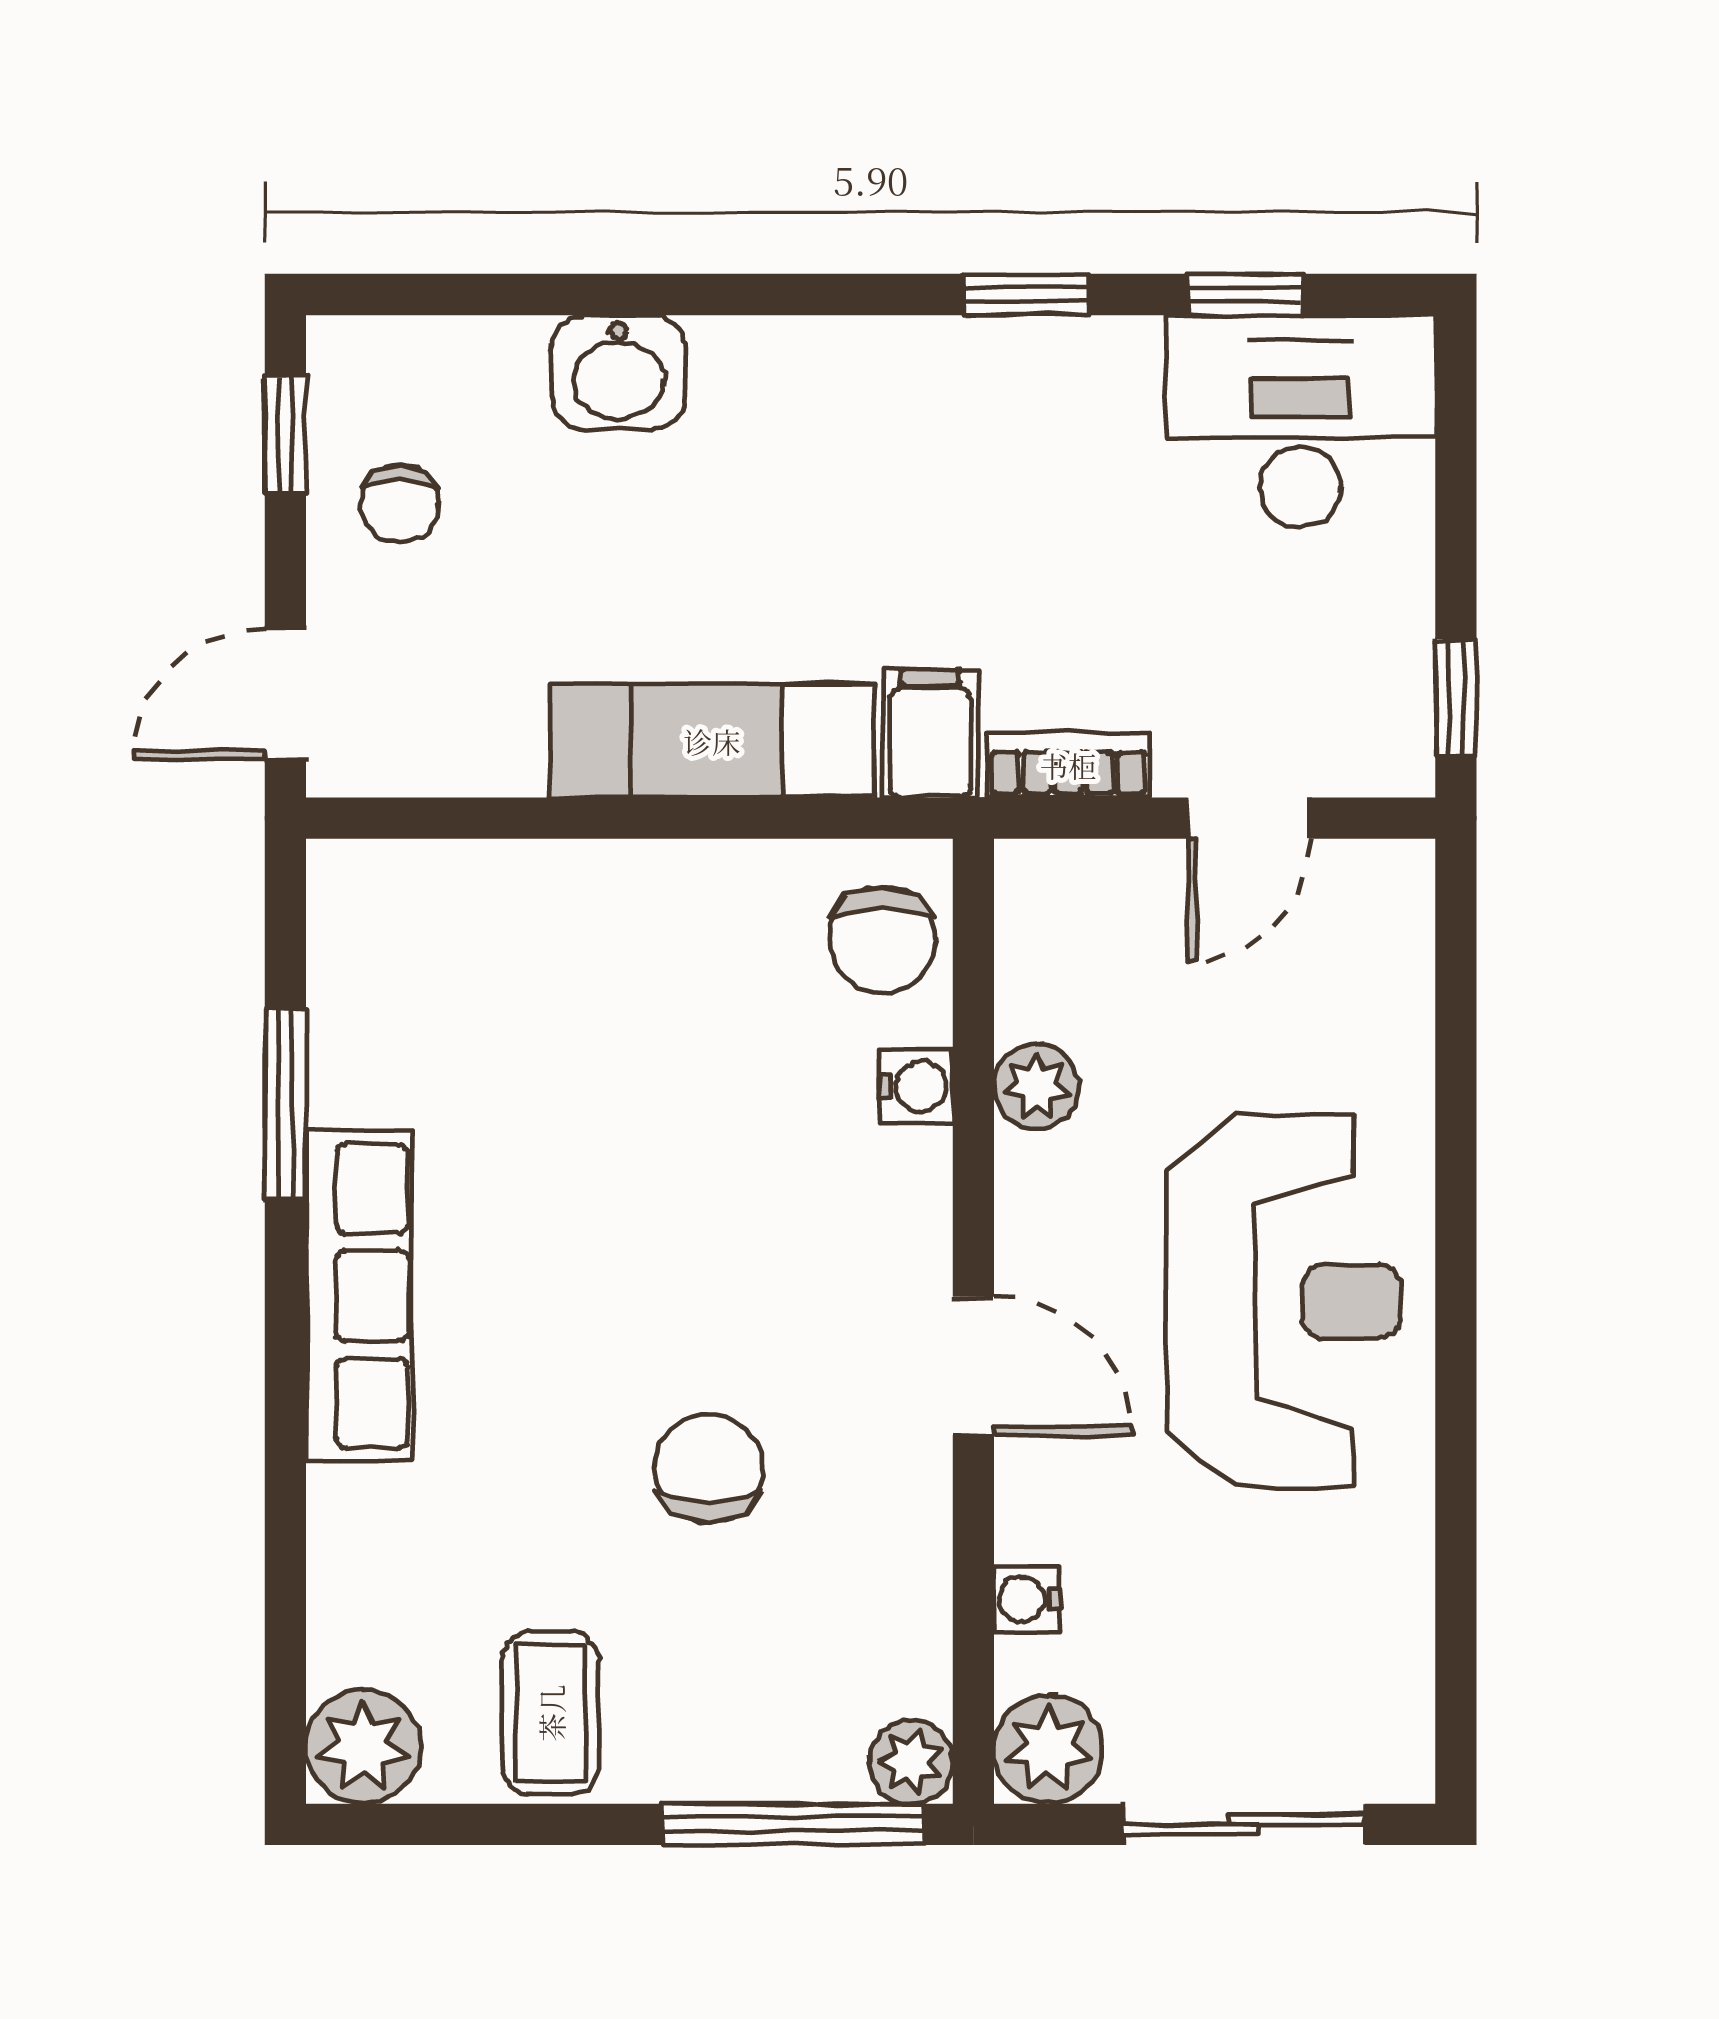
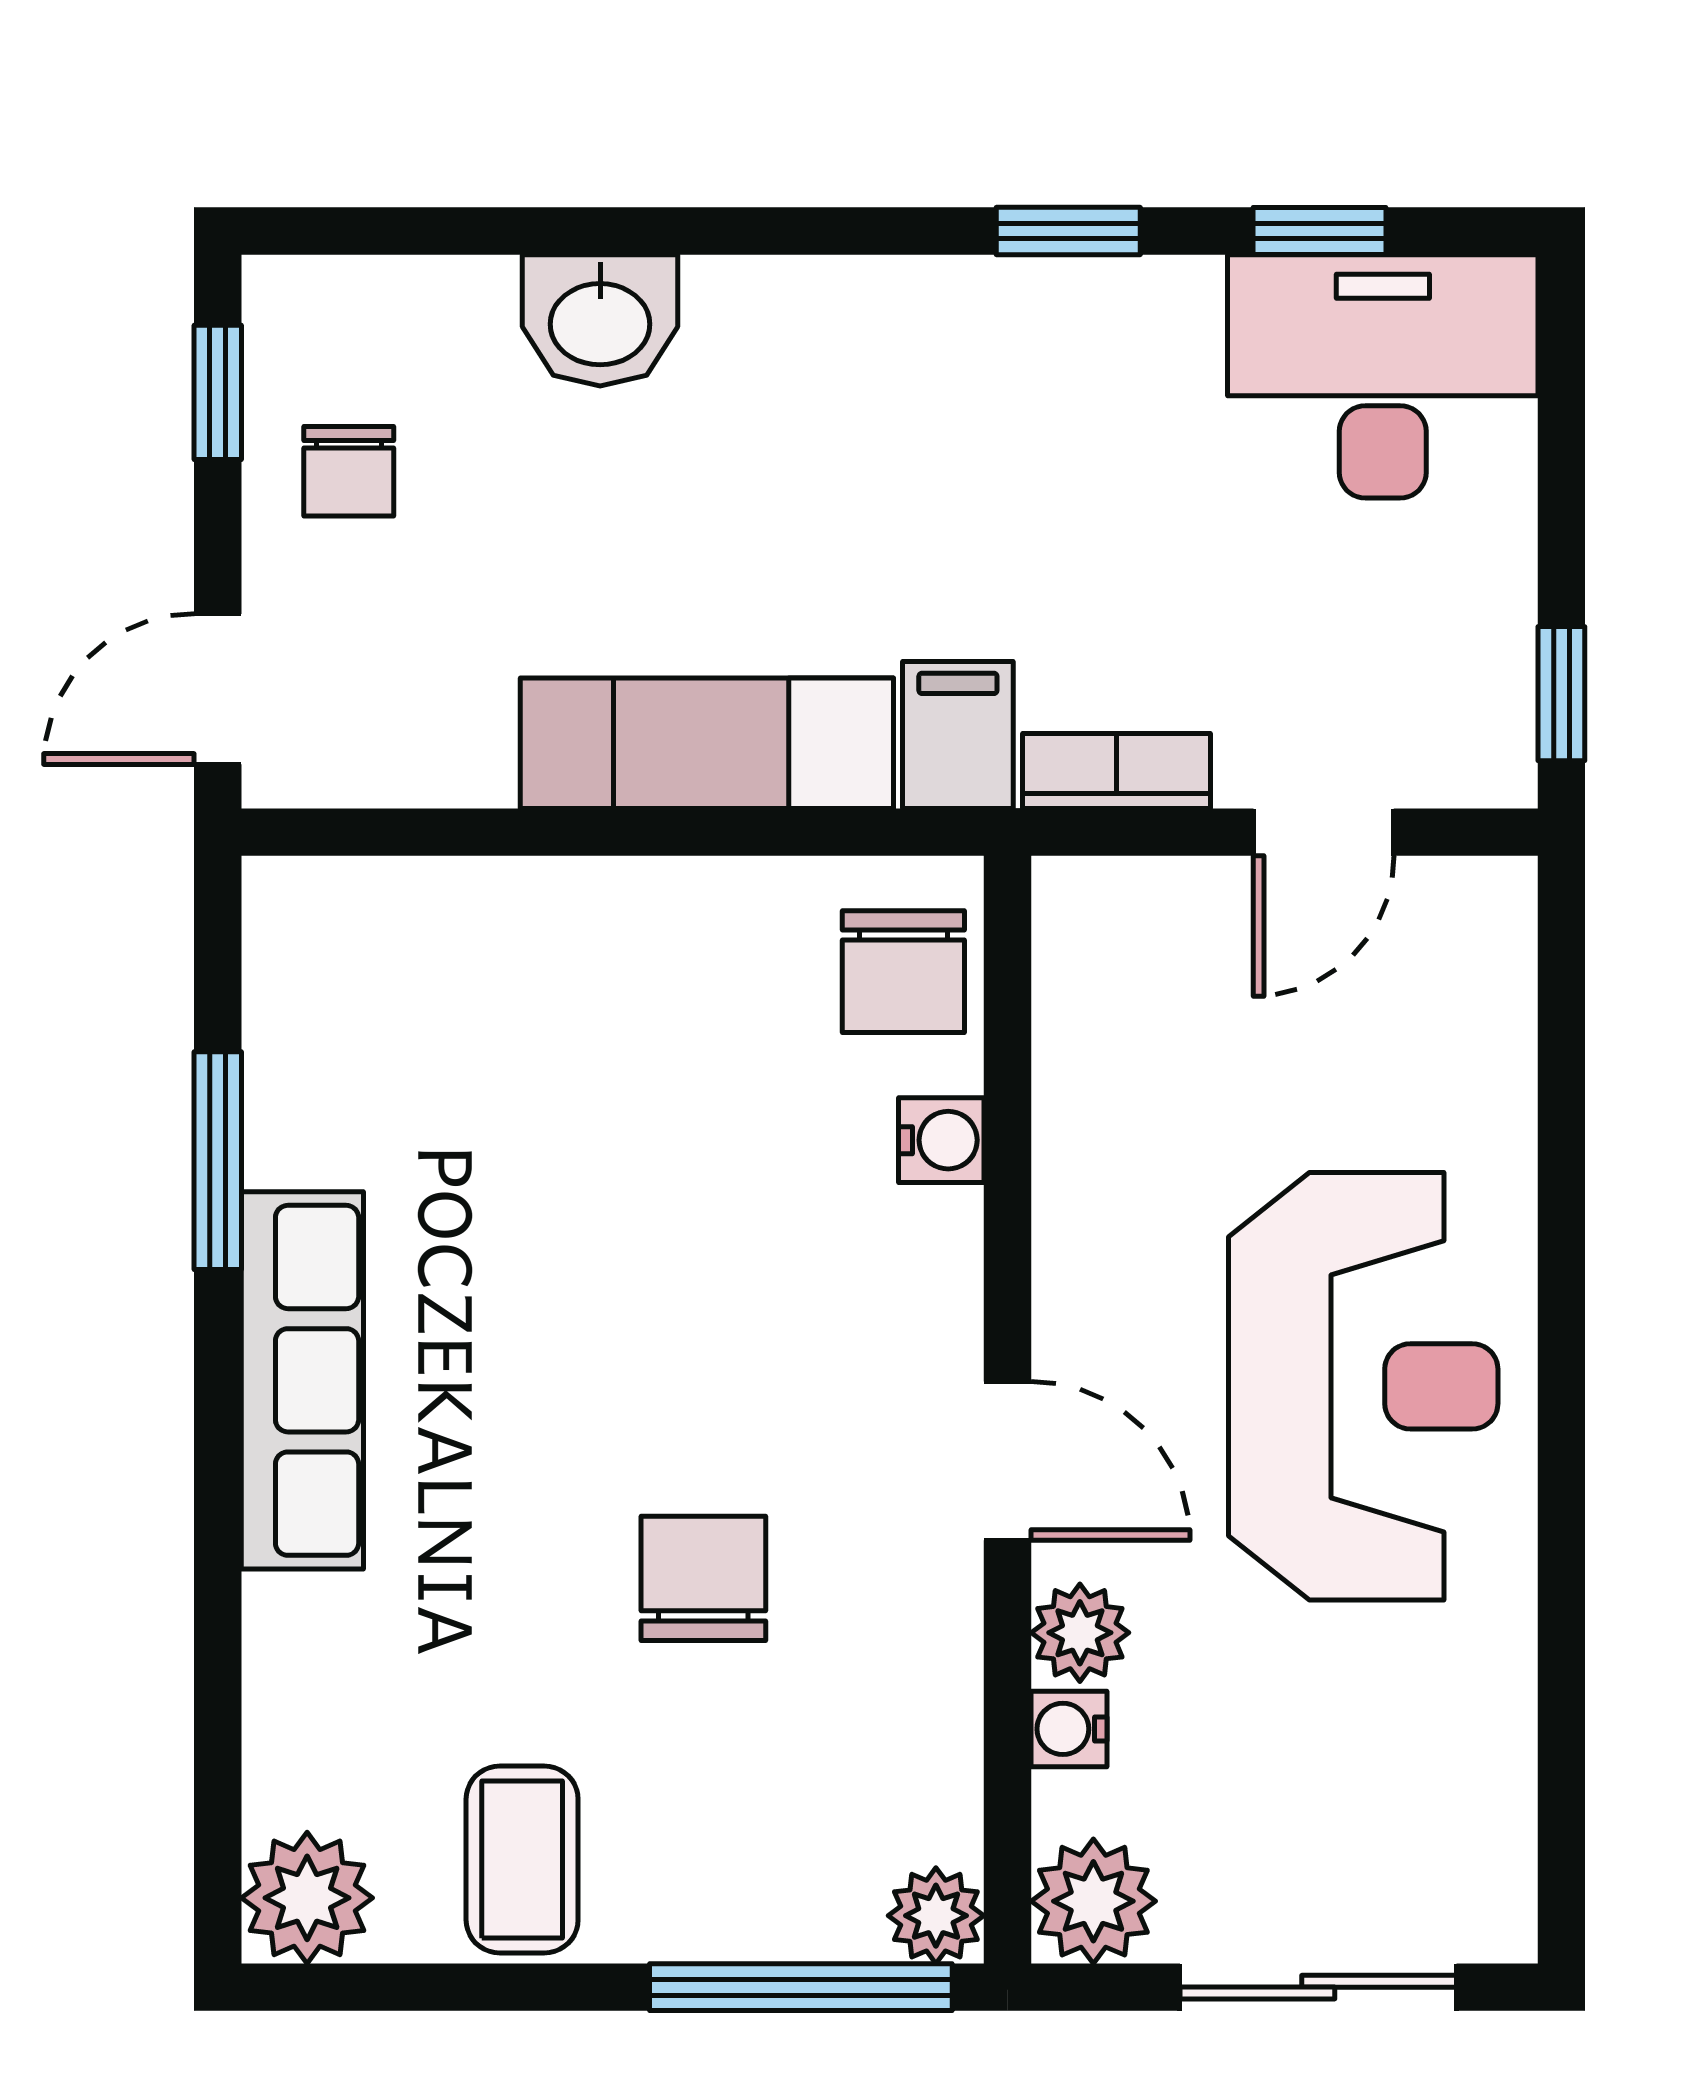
plant: (1036, 1086) -> (1080, 1633), moved

